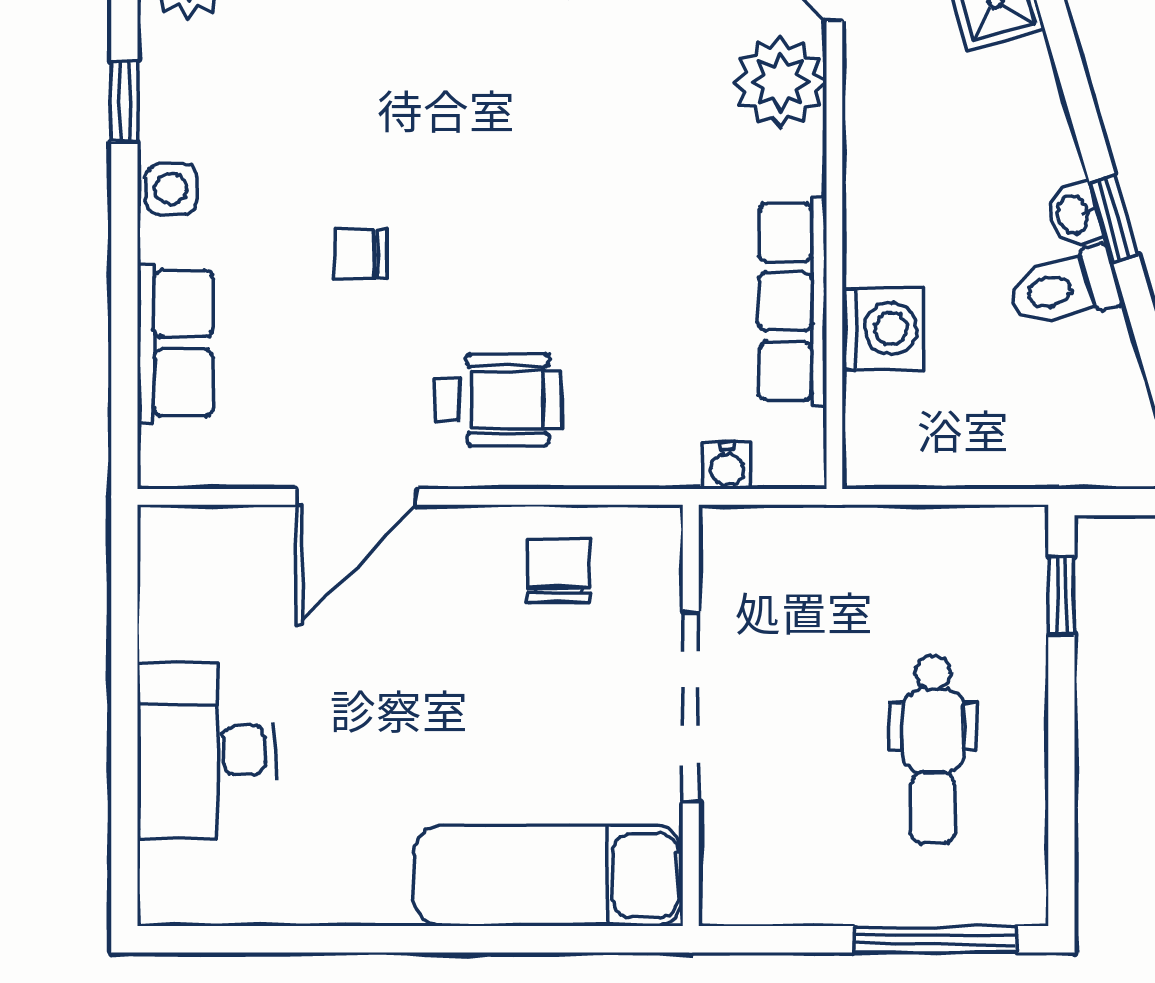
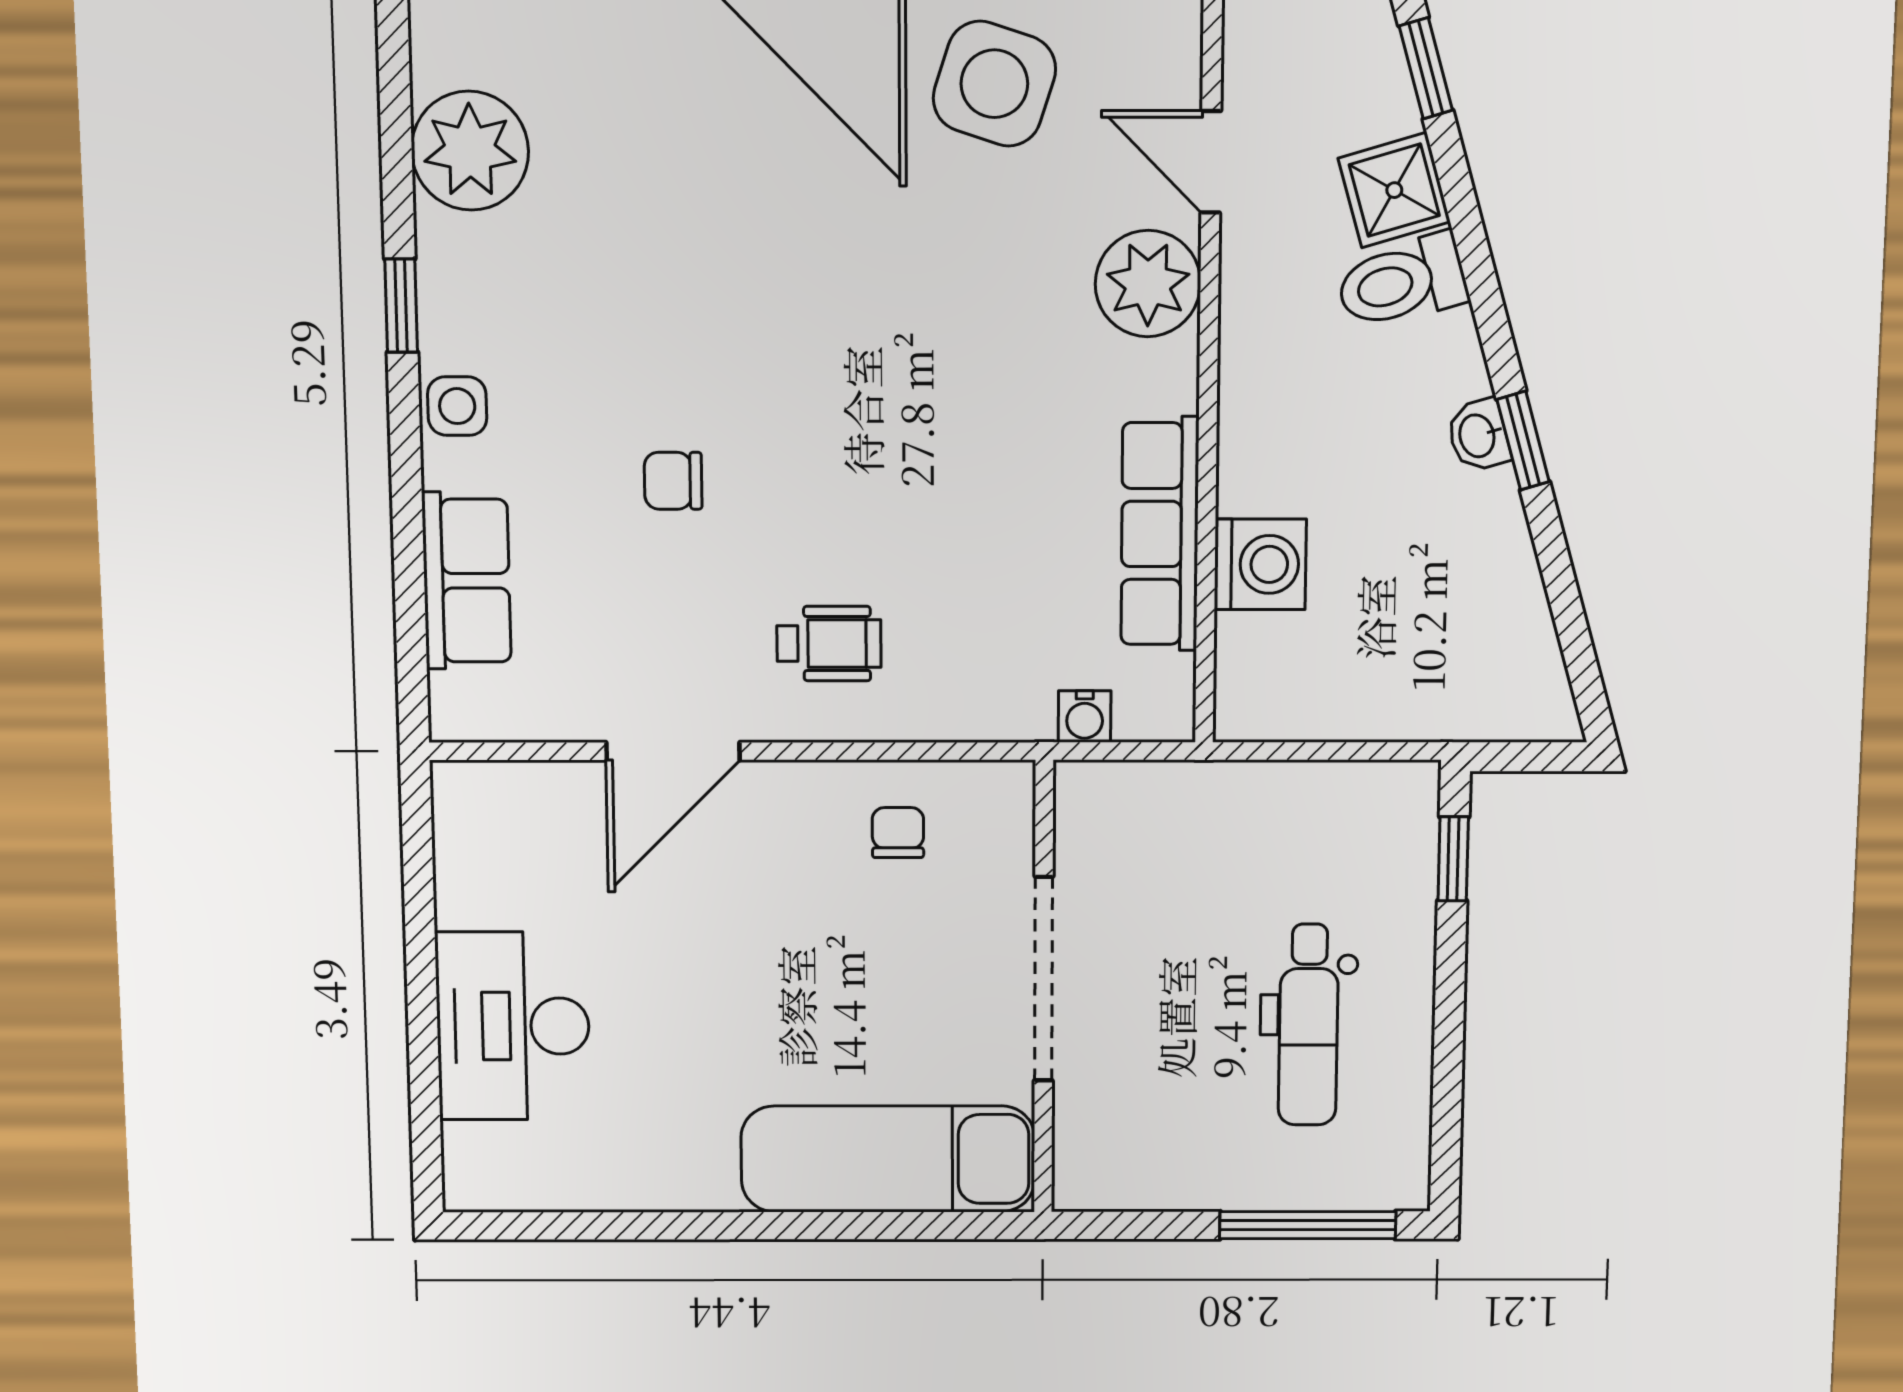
toilet: (1064, 288) -> (1402, 282), moved
wheelchair: (498, 400) -> (829, 644), width x0.73, depth x0.73
chair: (559, 571) -> (898, 833), width x0.73, depth x0.73

